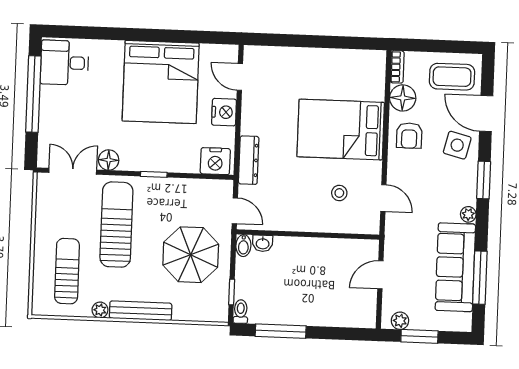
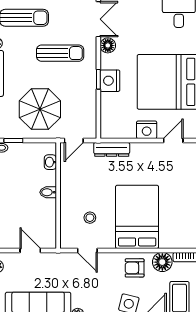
nightstand: (215, 161) -> (110, 81), moved
door: (383, 198) -> (87, 250), hinge flipped
sun lounger: (116, 225) -> (60, 53), width x0.73, depth x0.75
bidet: (243, 246) -> (48, 192), moved

